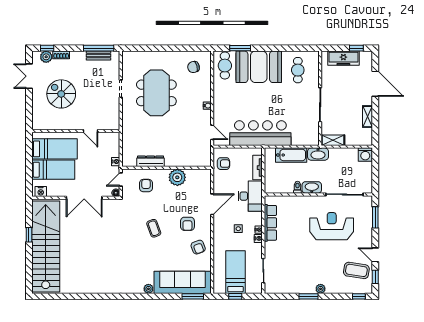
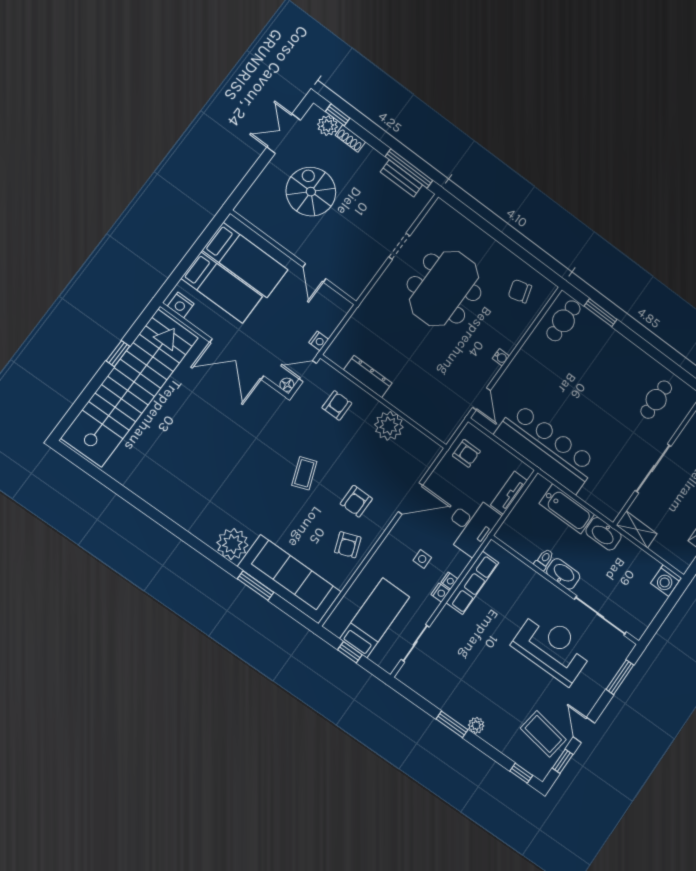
booth: (259, 67) -> (608, 356), removed
plant: (148, 289) -> (232, 544), width x1.87, depth x1.87
window: (193, 296) -> (255, 586), moved

